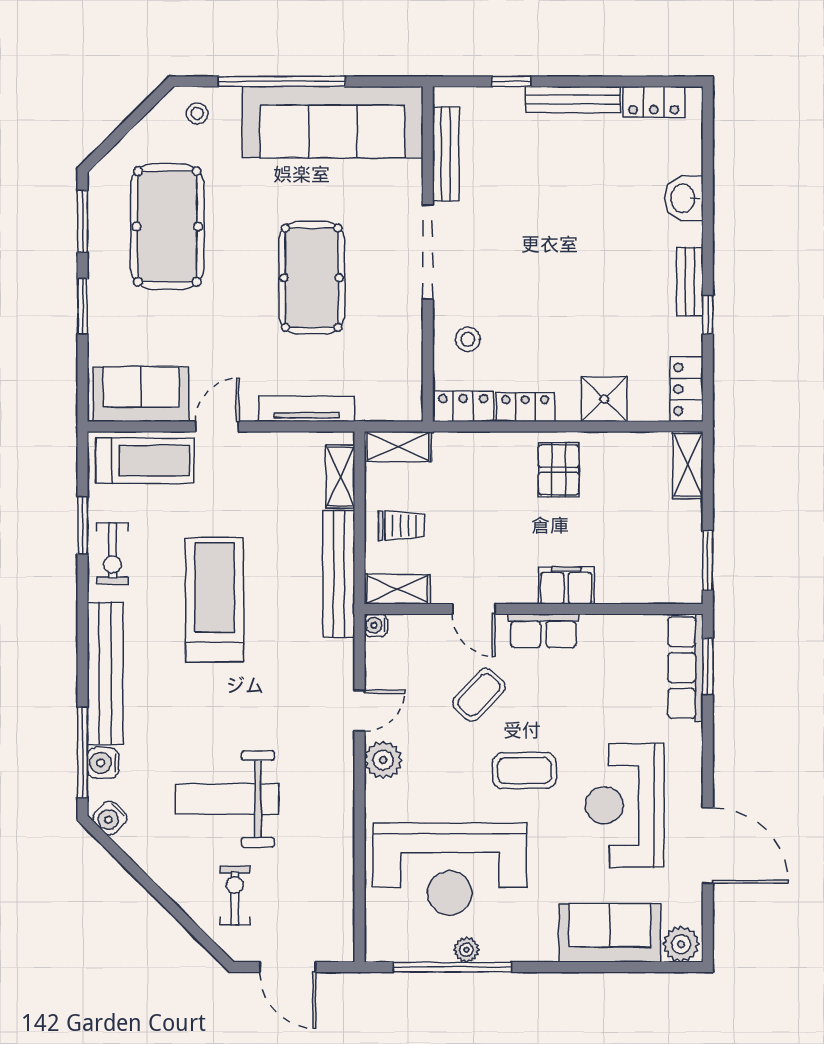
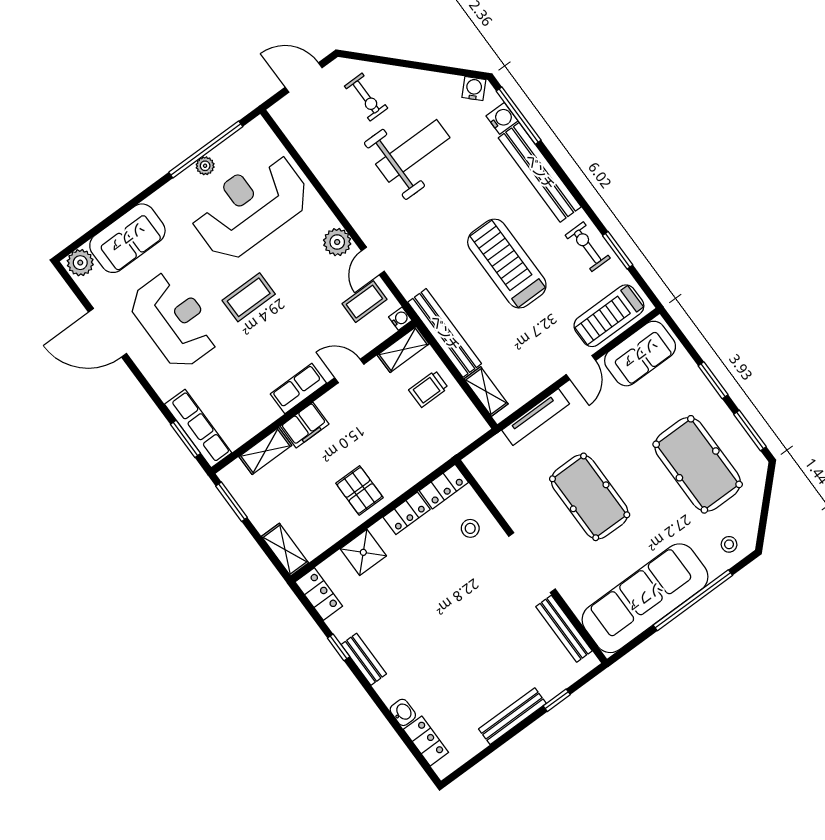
locker: (654, 102) -> (426, 741), moved, turned 90
washbasin: (684, 198) -> (403, 712), width x0.72, depth x0.69
shelving: (398, 447) -> (265, 451), moved
treadmill: (215, 600) -> (507, 264), turned 180
coffee table: (479, 695) -> (364, 302), moved, turned 46

